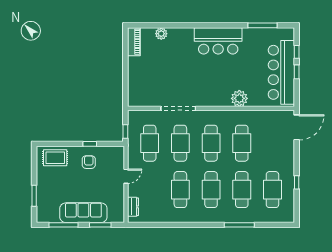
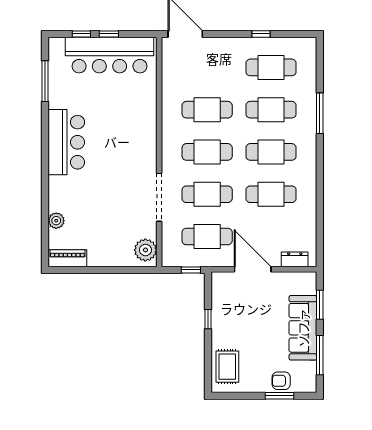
plant: (239, 98) -> (145, 250), moved
armchair: (89, 162) -> (281, 381), moved
door: (126, 176) -> (253, 269), width x1.87

